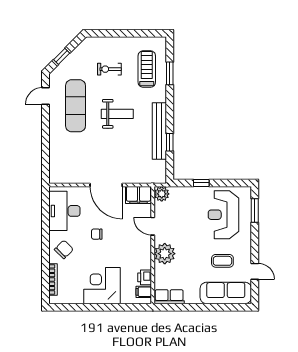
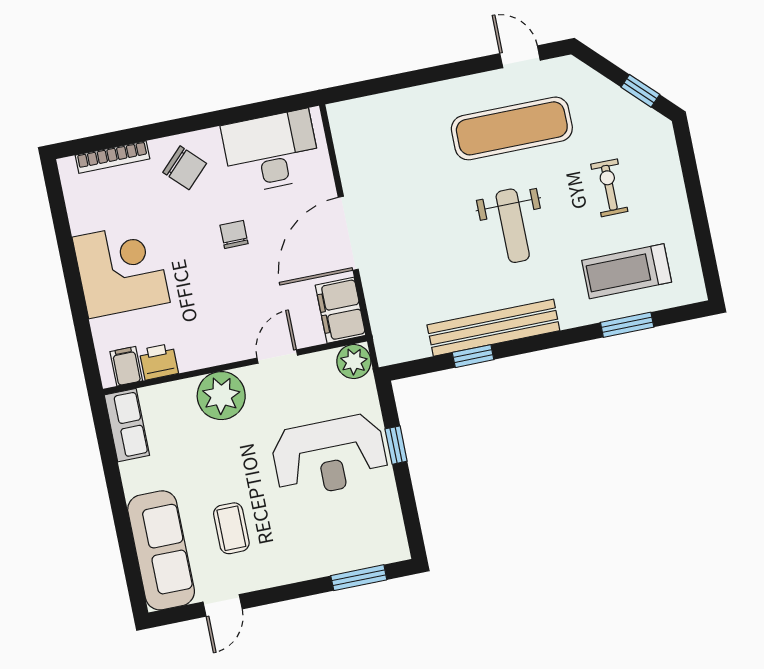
window: (62, 56) -> (640, 91), moved
treadmill: (147, 69) -> (627, 271), turned 180
reception desk: (223, 215) -> (329, 456), moved, turned 180

